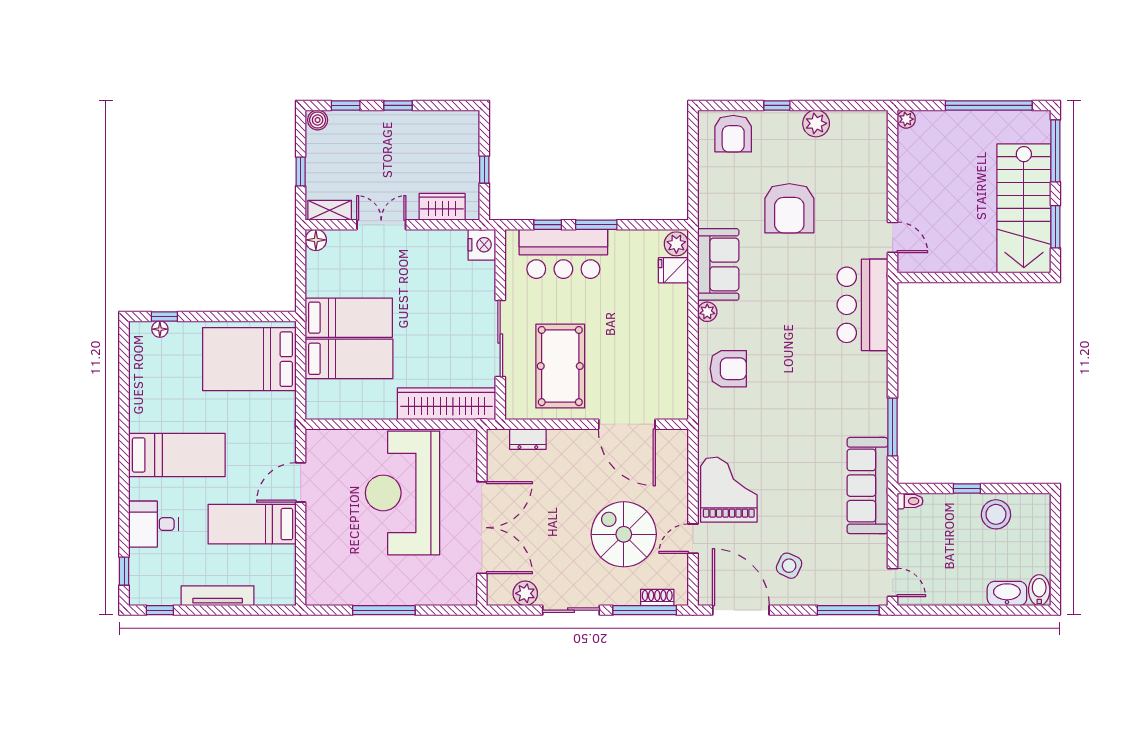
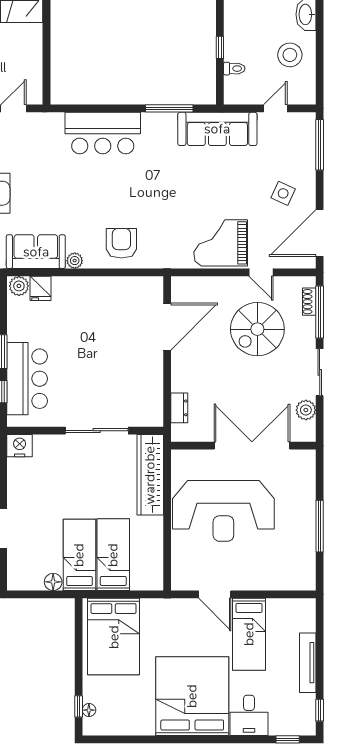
floor lamp: (316, 240) -> (53, 582), moved
bar counter: (862, 305) -> (103, 133), moved
pool table: (560, 366) -> (119, 381), removed
bed: (177, 455) -> (192, 696), width x2.04
toilet: (910, 501) -> (234, 69), moved, turned 90
stool: (996, 514) -> (290, 55), moved
door: (893, 583) -> (275, 108), moved

